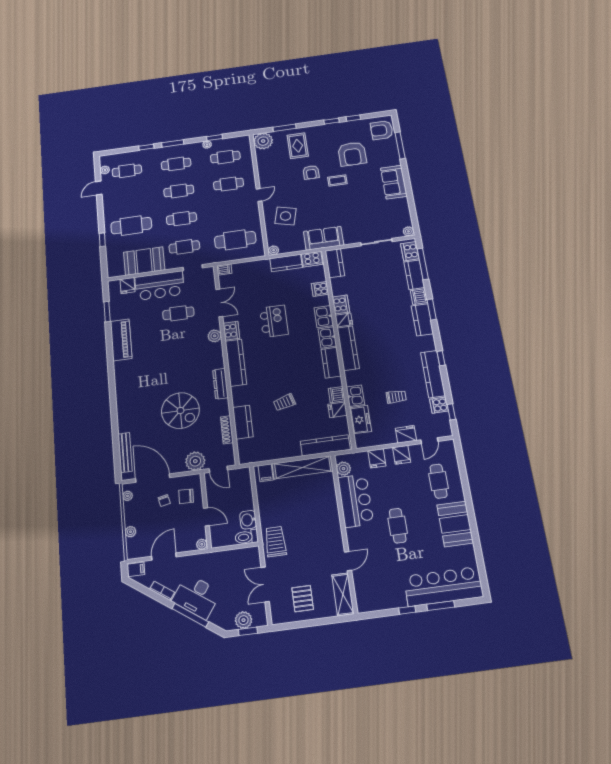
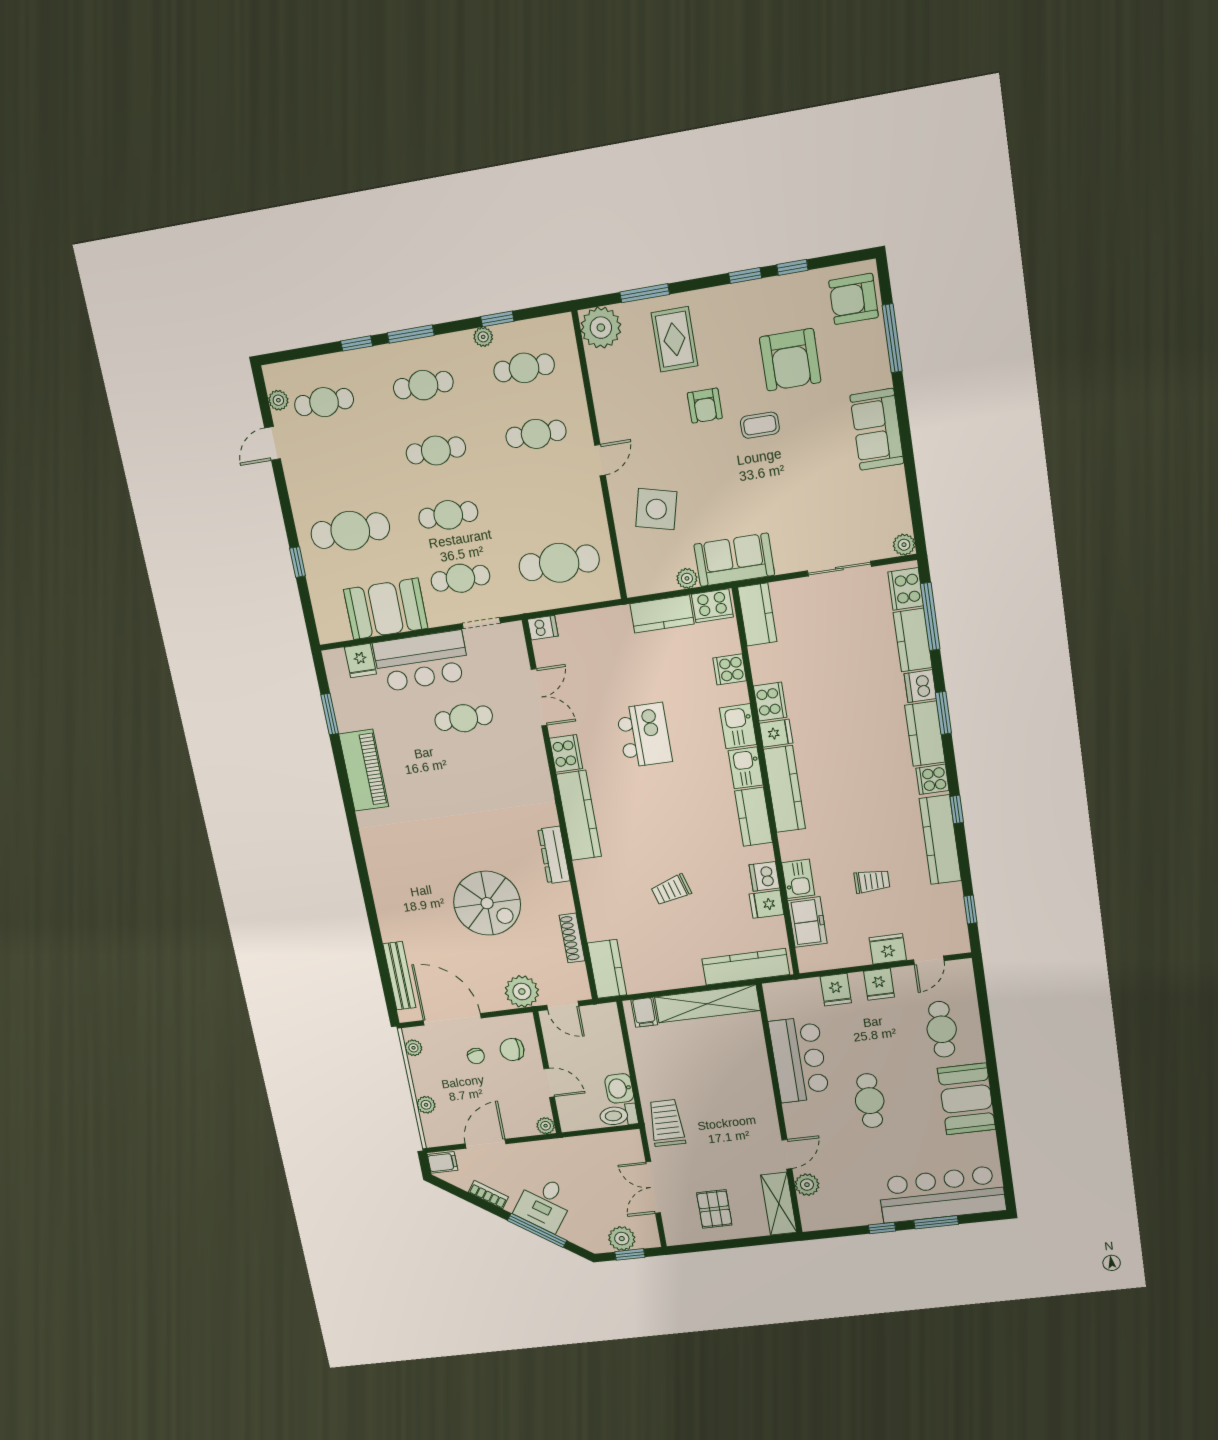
plant: (274, 250) -> (687, 578), moved
plant: (215, 336) -> (535, 763), removed
cooker: (439, 405) -> (932, 779), moved
kitchen counter: (243, 422) -> (607, 969), moved
plant: (343, 469) -> (807, 1185), moved
desk: (196, 596) -> (544, 1203), width x0.73

